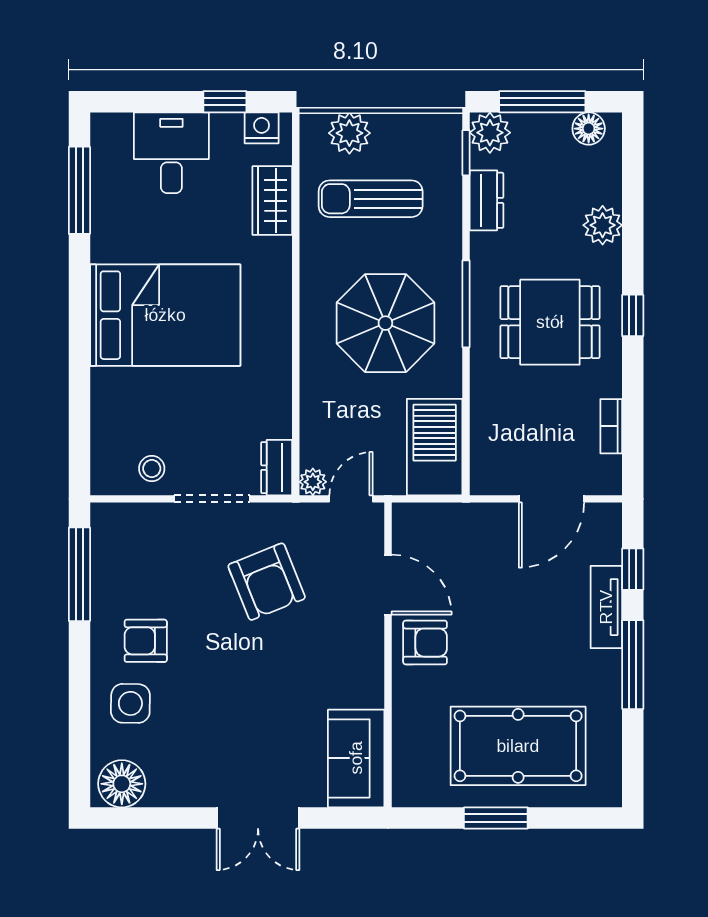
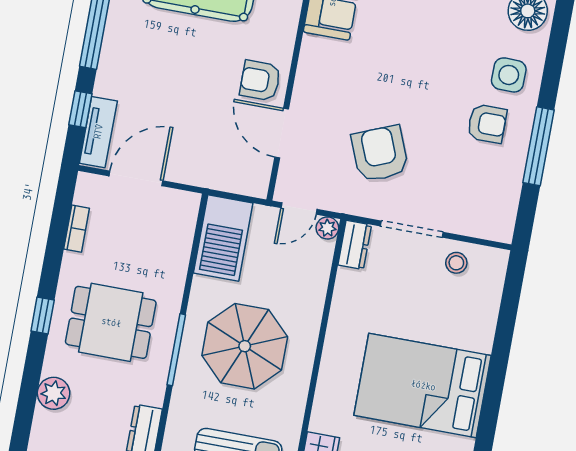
window: (79, 574) -> (538, 146), moved
tv unit: (606, 607) -> (98, 132), moved

